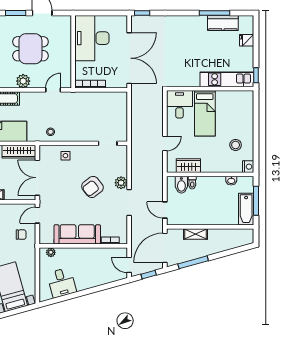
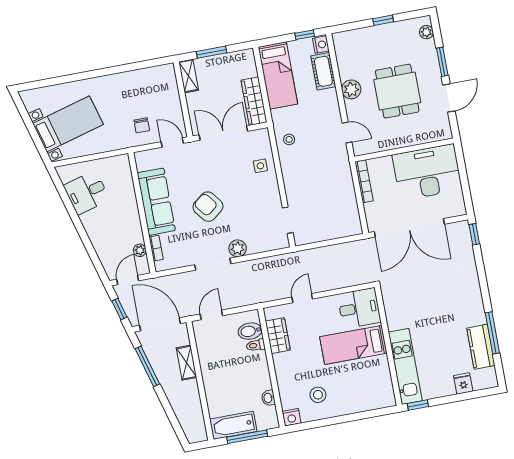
door: (165, 143) -> (302, 298), swing flipped
armchair: (92, 187) -> (208, 207), moved
plant: (51, 252) -> (140, 250), moved

